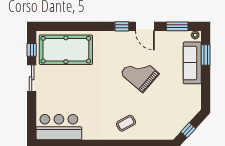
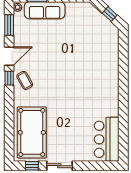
grand piano: (140, 74) -> (55, 61), removed
coffee table: (126, 123) -> (25, 80), moved

